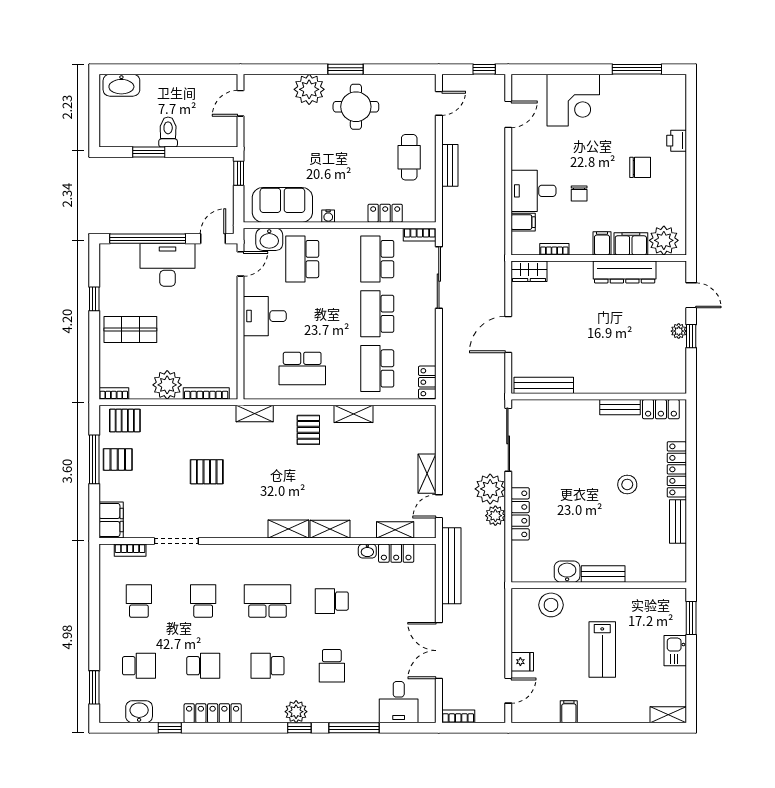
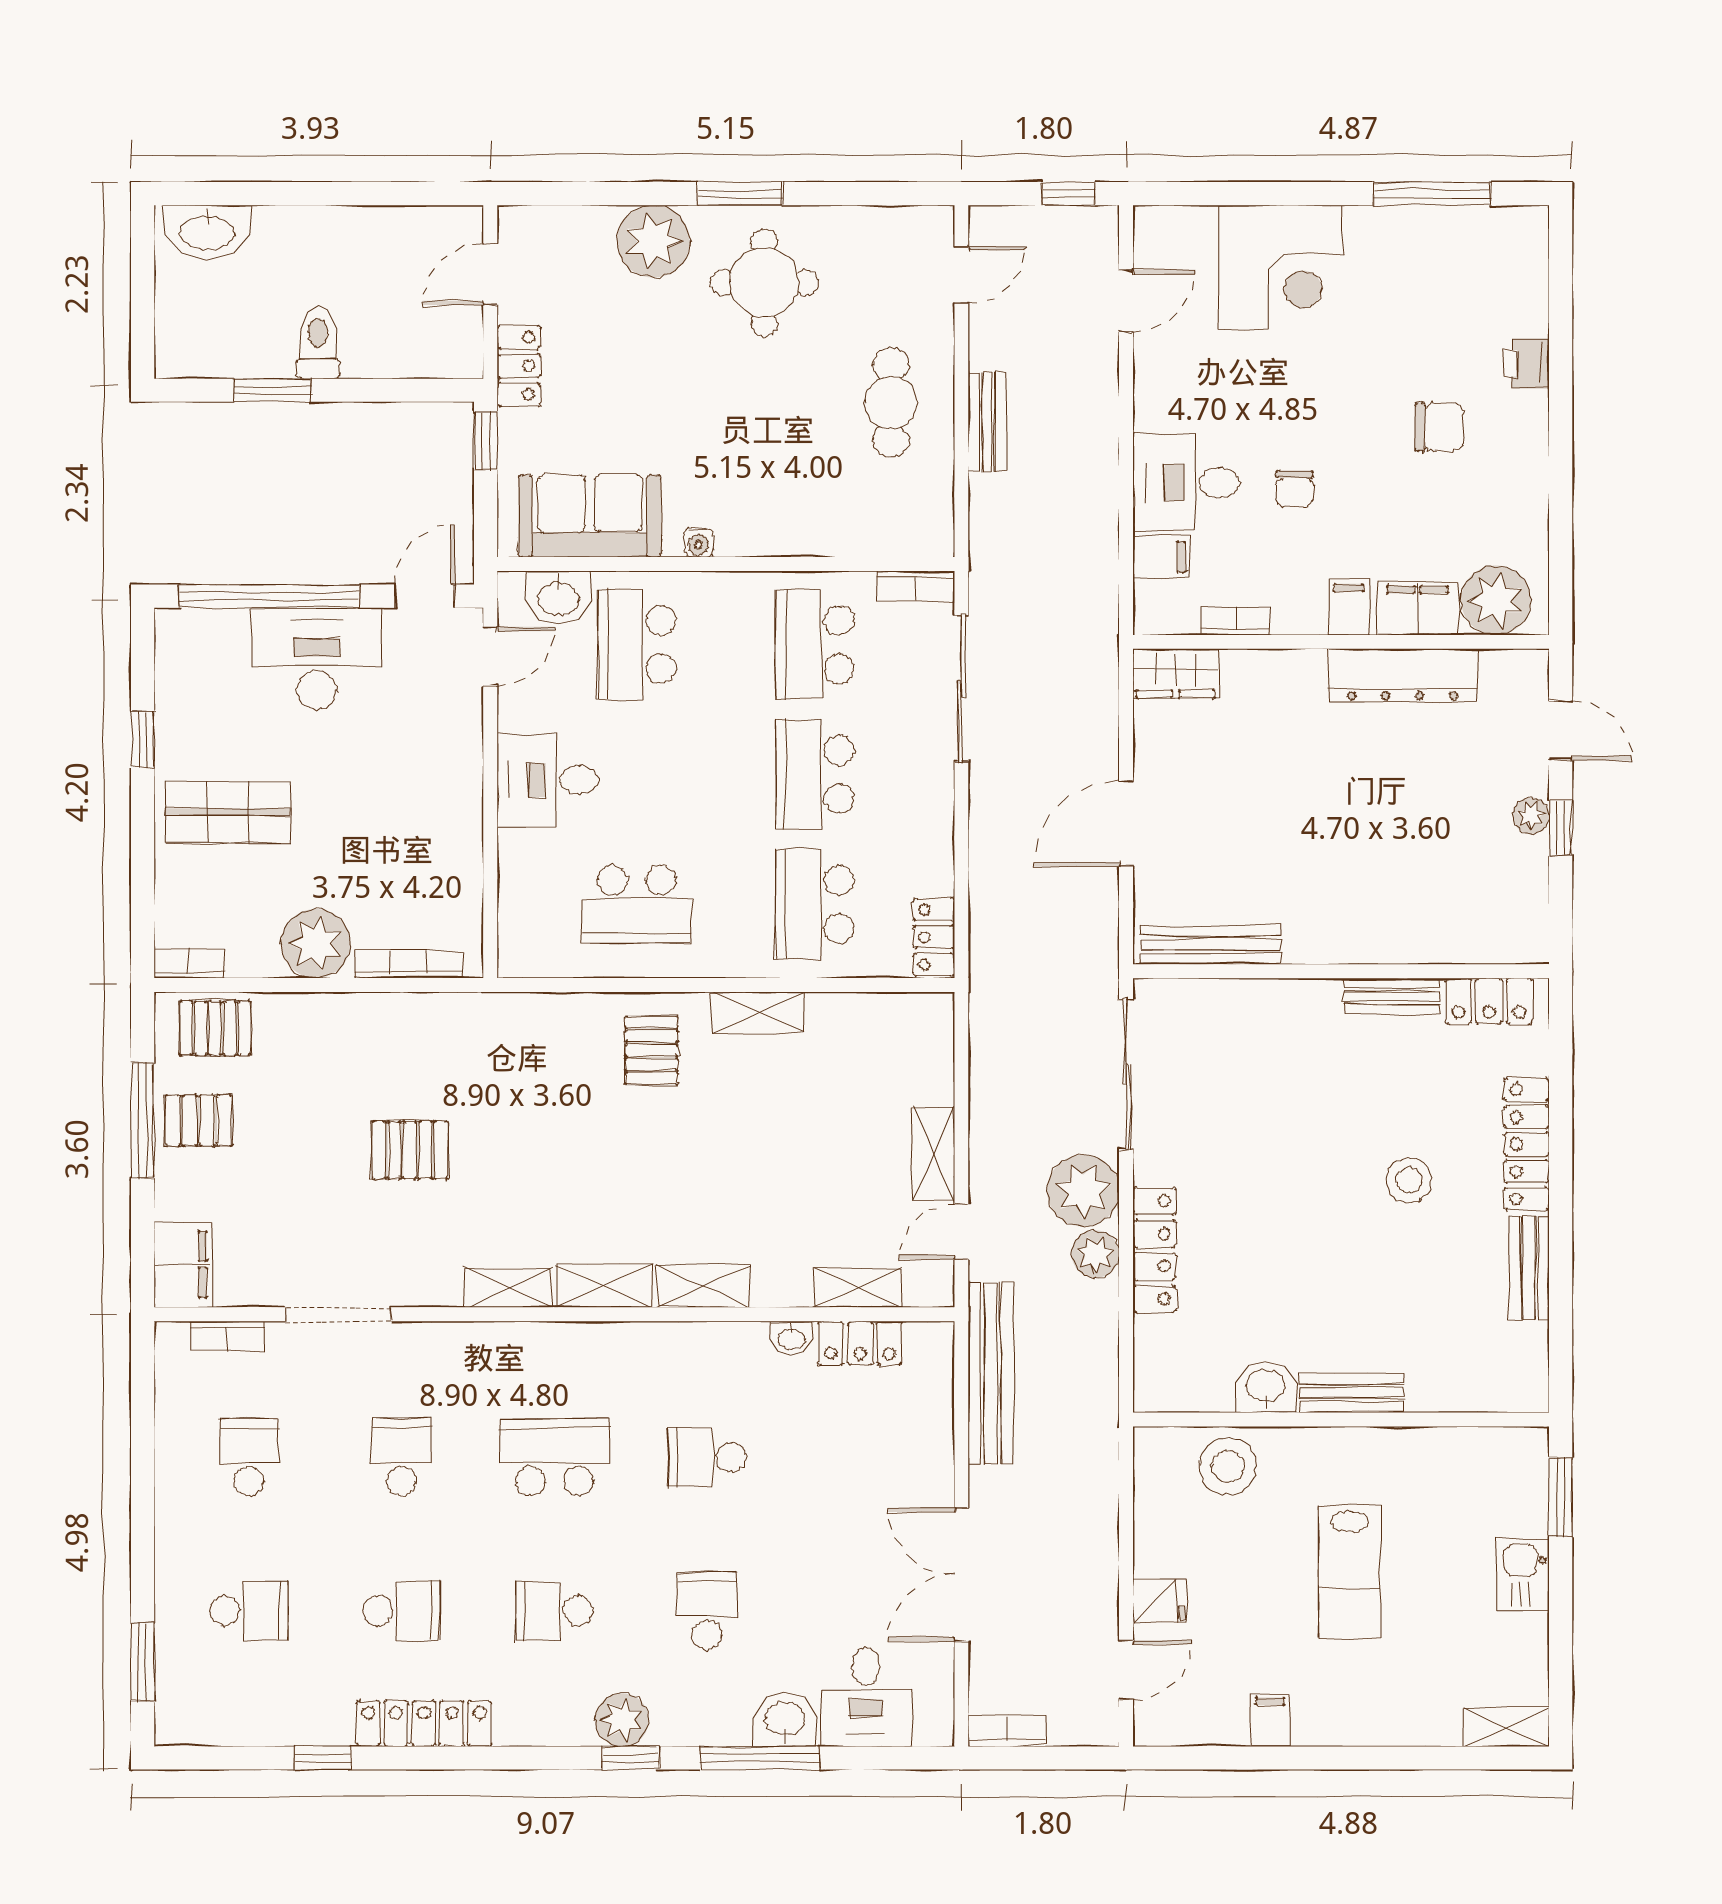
locker: (385, 213) -> (519, 366), moved, turned 90
shelving: (255, 414) -> (508, 1288), moved
school desk: (332, 666) -> (707, 1611), turned 180
washbasin: (139, 712) -> (785, 1720), moved

